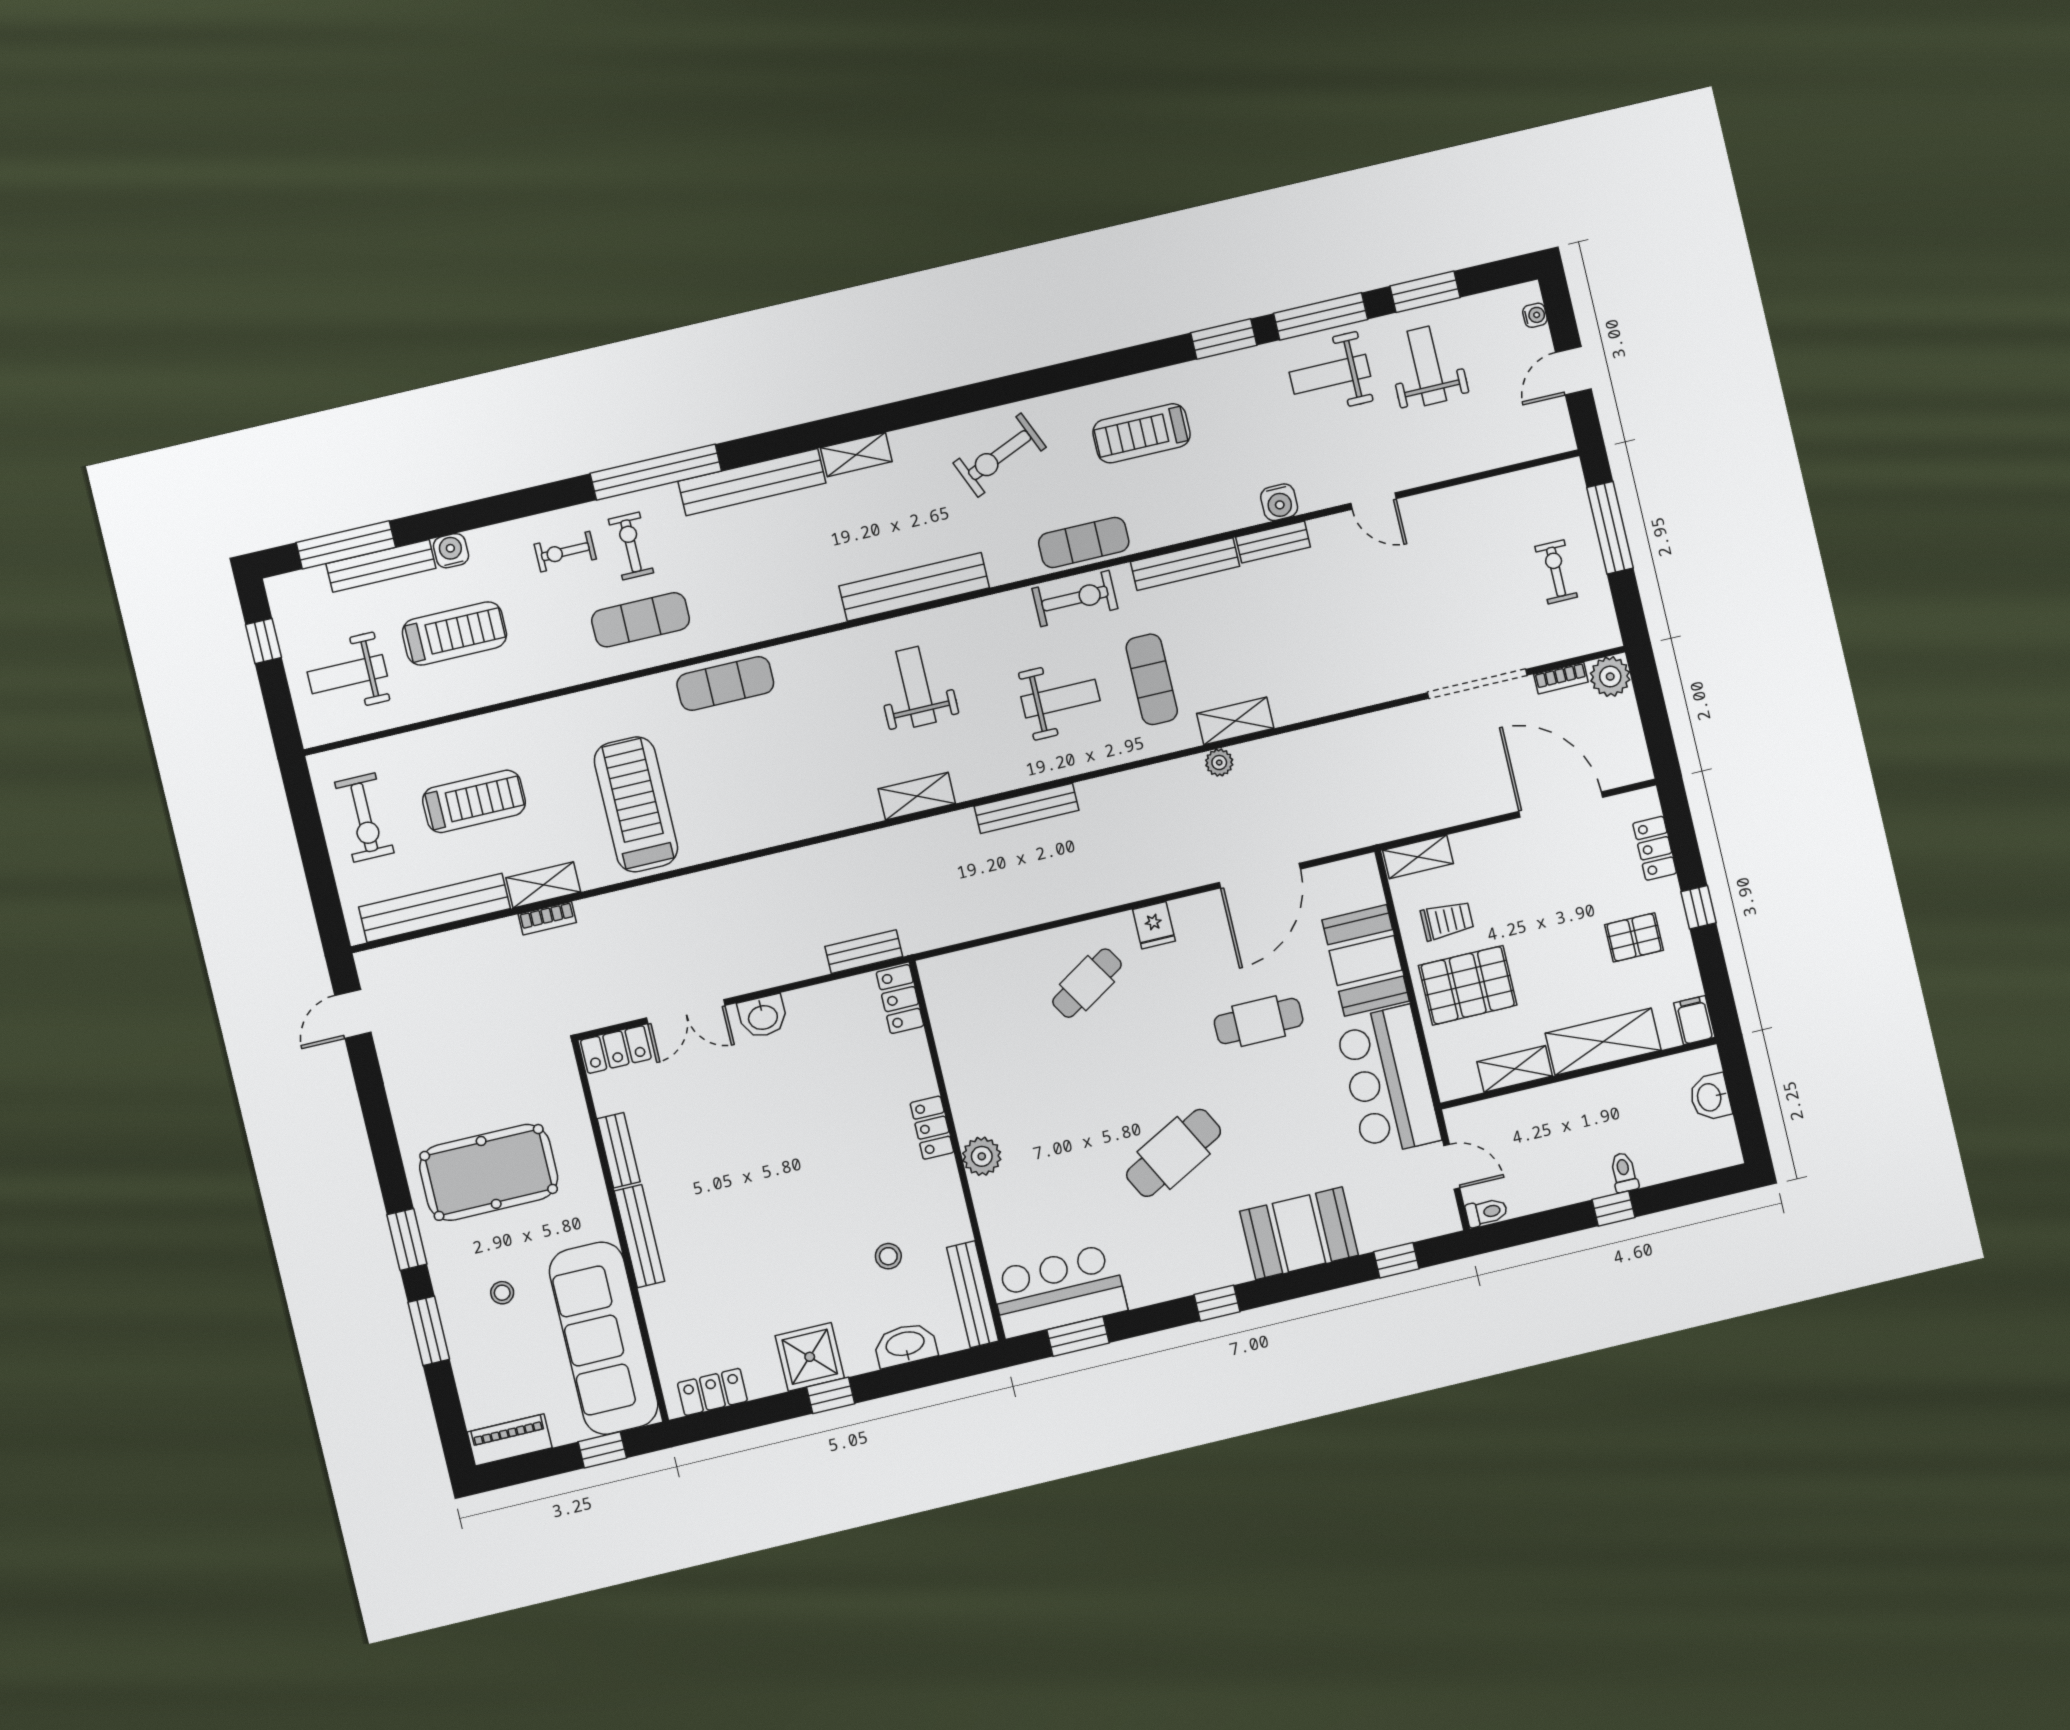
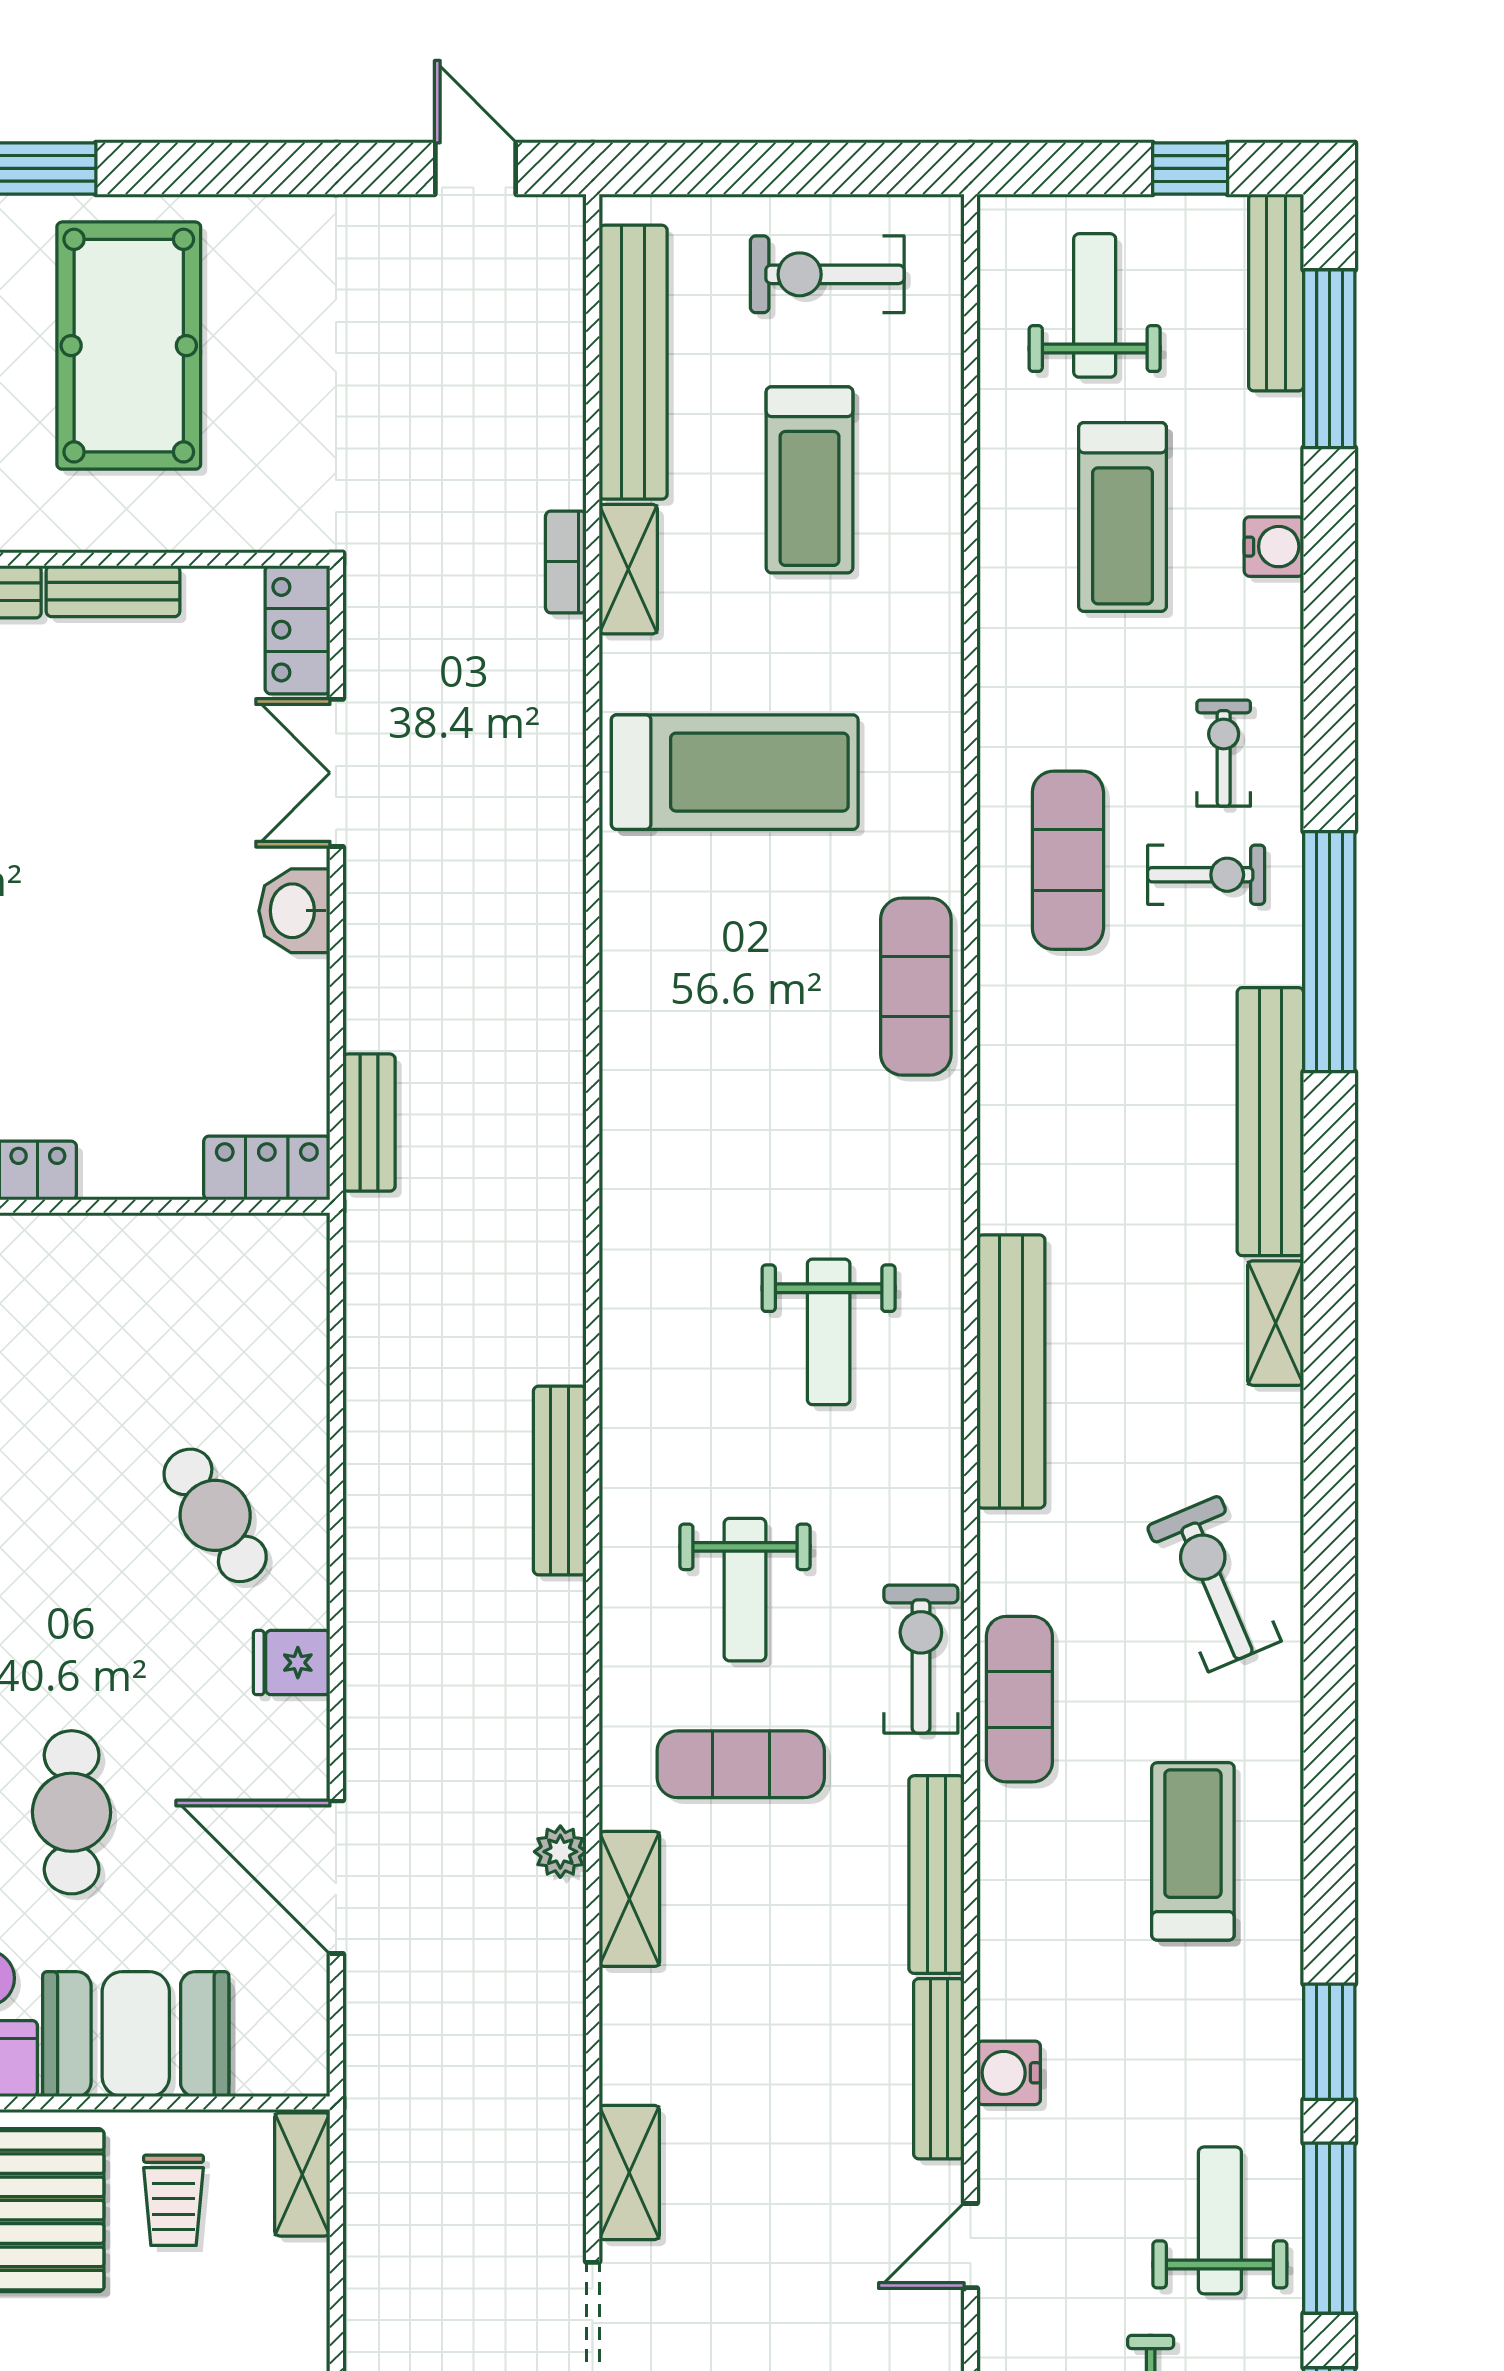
bench: (1273, 542) -> (939, 2069), width x1.36
bench: (381, 566) -> (1276, 293), moved
exercise bike: (1075, 599) -> (921, 1659), turned 180
weight bench: (916, 687) -> (829, 1332), turned 90
shelving: (917, 796) -> (629, 2173), moved

